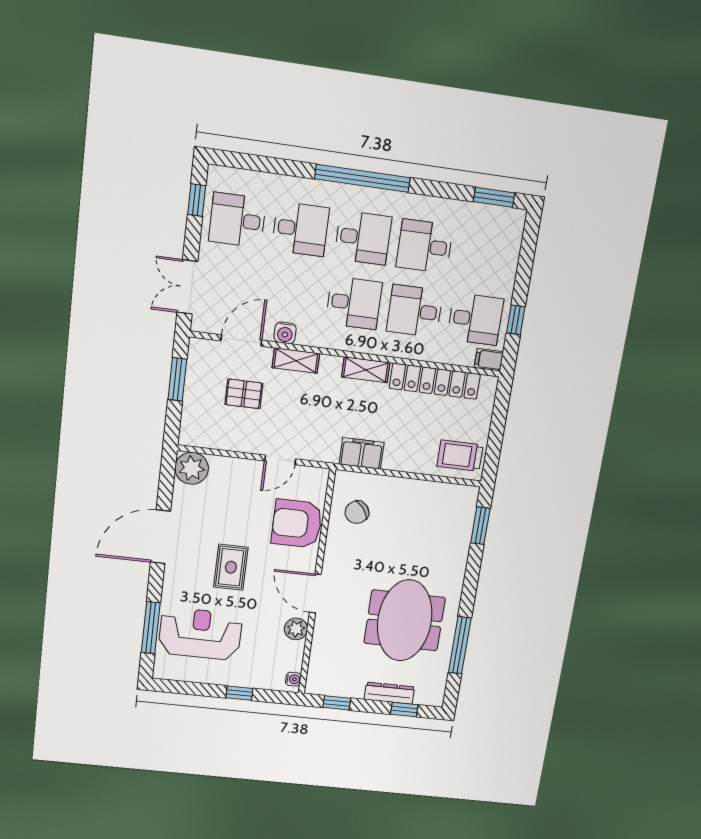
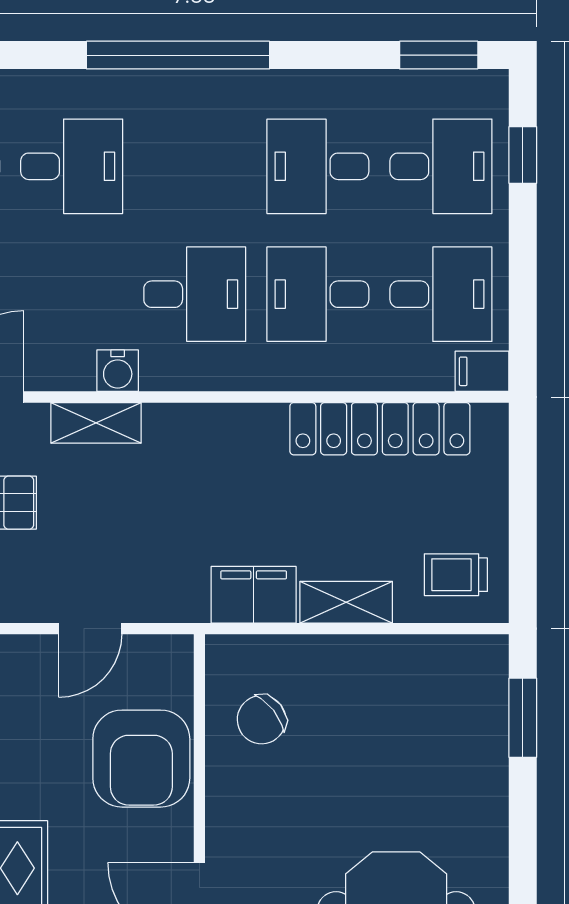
desk: (363, 238) -> (441, 166), moved
window: (516, 320) -> (523, 155), moved
water cooler: (285, 333) -> (118, 371), moved
shelving: (366, 370) -> (346, 602), moved
trolley: (460, 456) -> (456, 575), width x0.73, depth x0.72
armchair: (297, 524) -> (141, 759), turned -90

